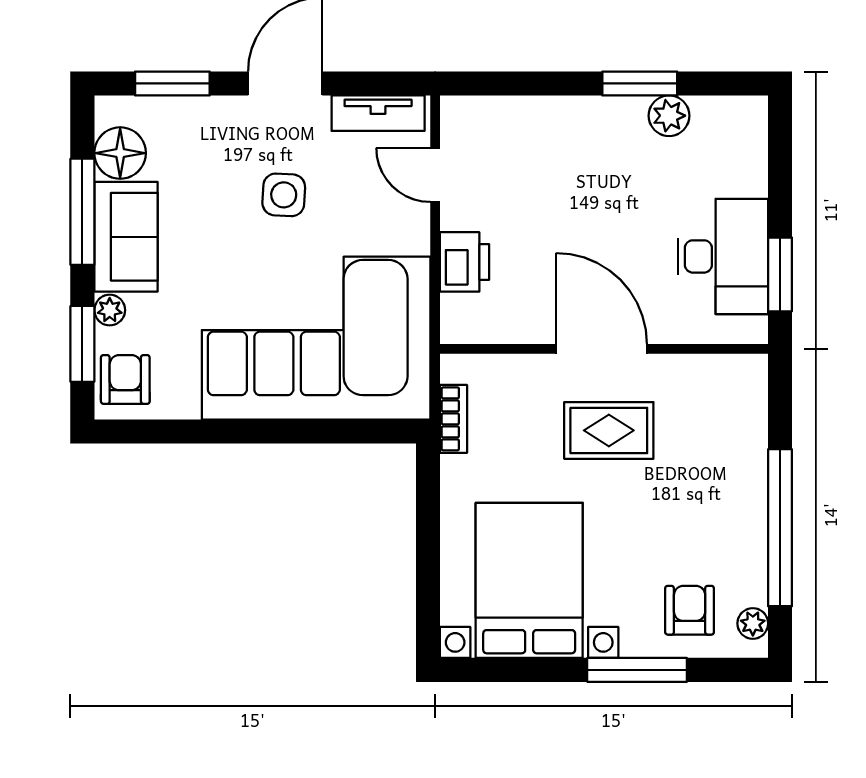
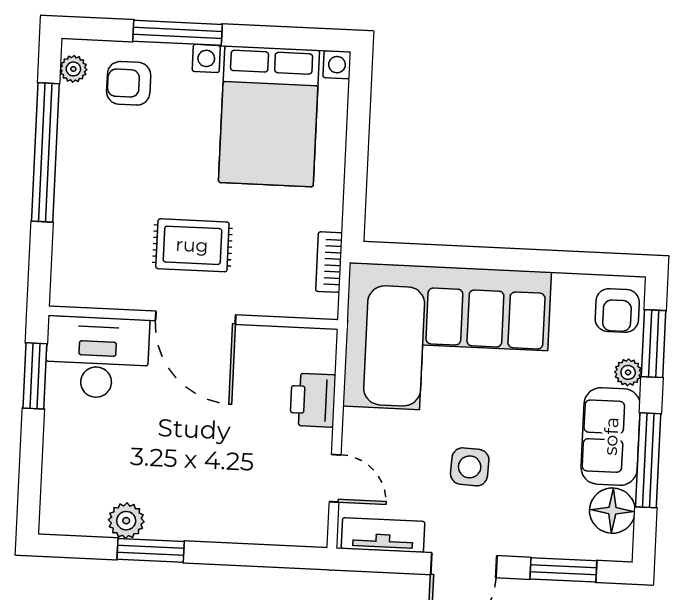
desk: (723, 256) -> (97, 357), moved, turned 90
armchair: (690, 610) -> (129, 83), turned 90

